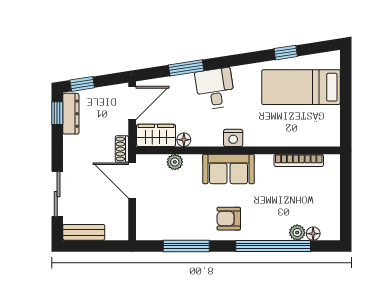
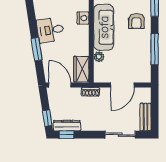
floor lamp: (184, 140) -> (84, 51), removed
sofa: (229, 169) -> (104, 27), width x1.36
door: (132, 180) -> (122, 85), moved

